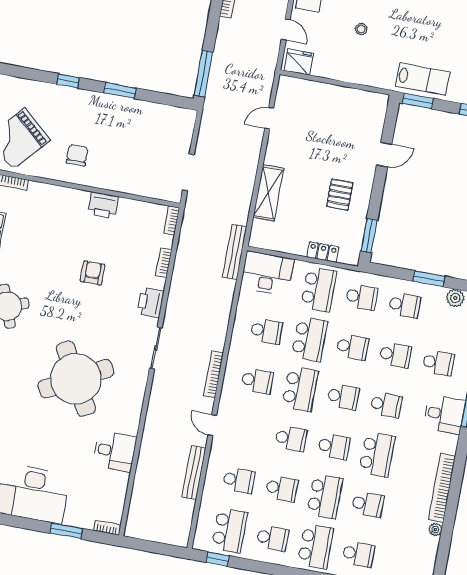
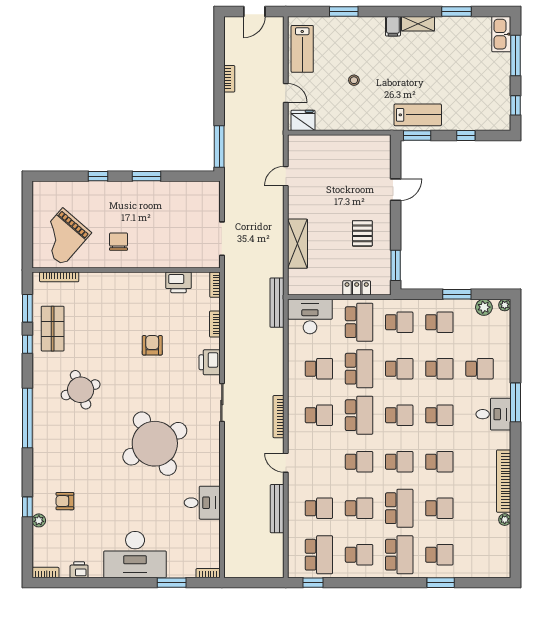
printer: (103, 205) -> (178, 282), moved
school desk: (377, 455) -> (439, 462), width x0.54

